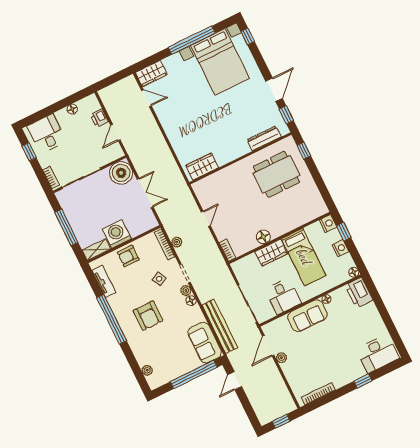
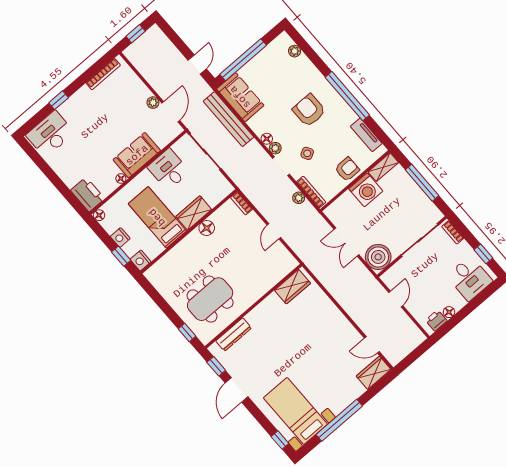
bed with nightstands: (220, 62) -> (295, 411), width x0.73
printer: (99, 118) -> (436, 320), moved, turned -90

